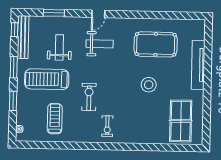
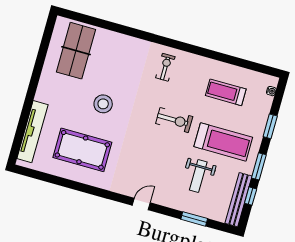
window: (15, 30) -> (251, 196), moved
weight bench: (100, 44) -> (149, 168), removed
tv unit: (198, 65) -> (32, 132), moved
exercise bike: (89, 97) -> (174, 120), moved, turned -90
treadmill: (55, 119) -> (226, 92), turned 90

